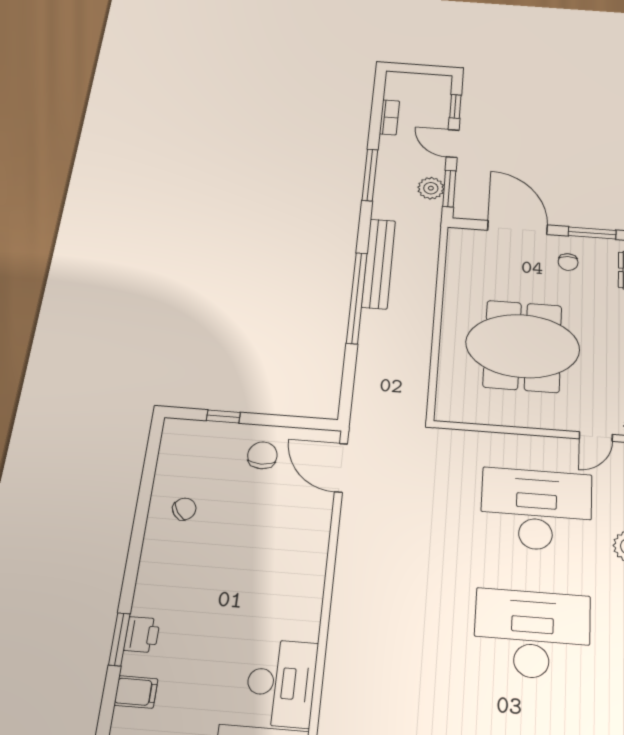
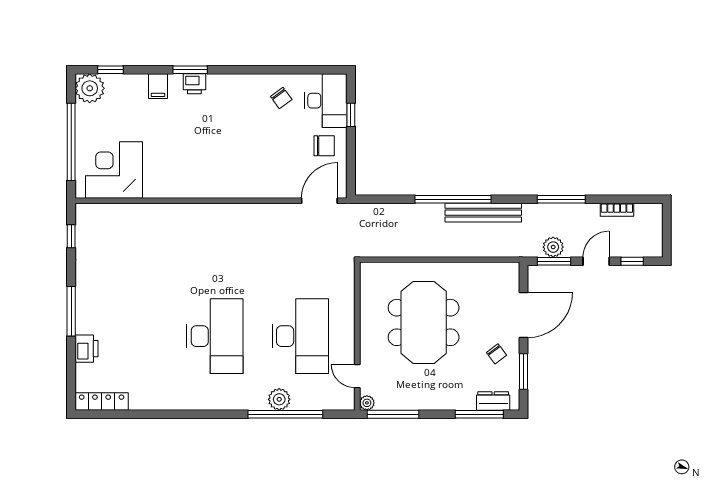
chair: (568, 262) -> (496, 354), turned -125
desk: (281, 683) -> (326, 101), moved, turned -90

